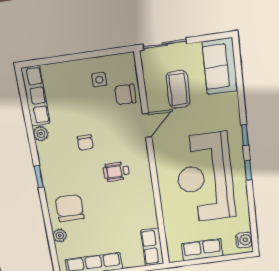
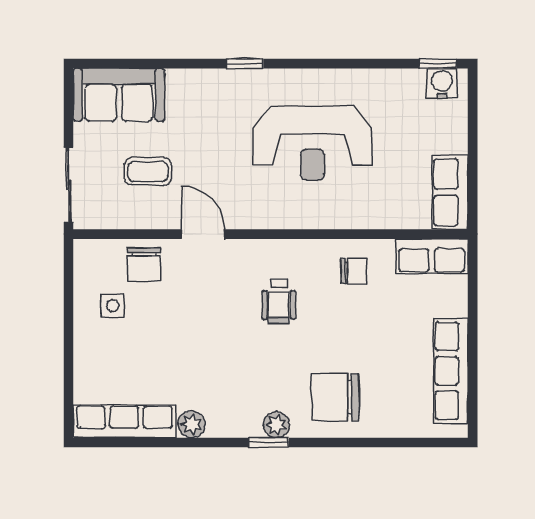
coffee table: (178, 89) -> (148, 171), width x0.73, depth x0.77
chair: (85, 142) -> (354, 271), moved
window: (248, 170) -> (438, 64), moved
reception desk: (205, 178) -> (312, 143), width x0.74, depth x0.77
plant: (60, 235) -> (276, 425), moved
row of seats: (202, 250) -> (450, 192), moved

